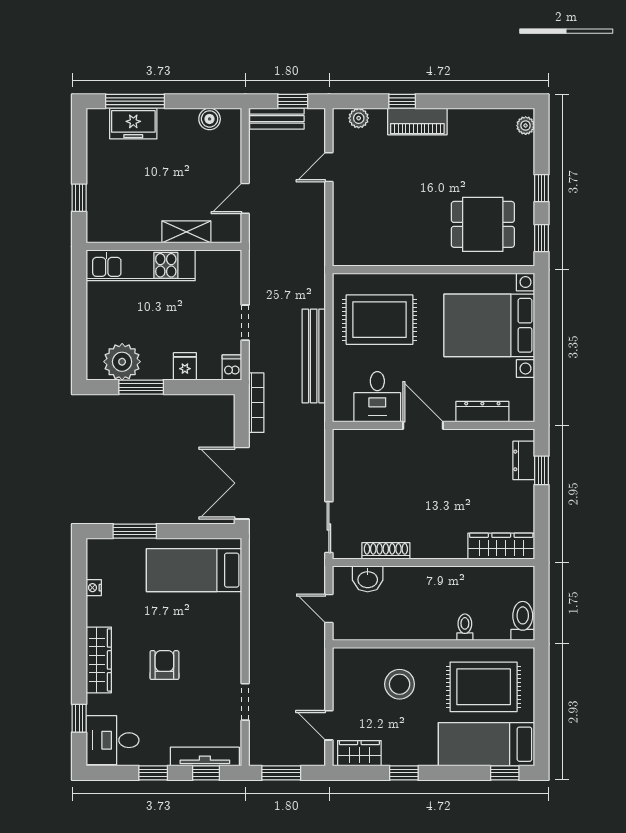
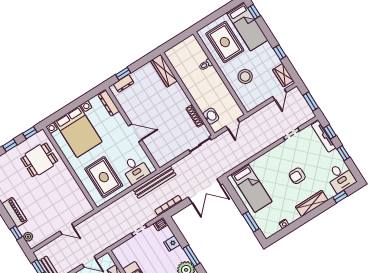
window: (402, 101) -> (16, 233), moved
door: (329, 167) -> (67, 229), moved
dining table: (483, 224) -> (39, 160), turned 90
bench: (314, 356) -> (154, 182), moved
desk: (377, 397) -> (135, 170), moved, turned 90
dresser: (482, 412) -> (109, 103), moved
door: (423, 425) -> (135, 133), swing flipped
toilet: (523, 621) -> (188, 43), removed

